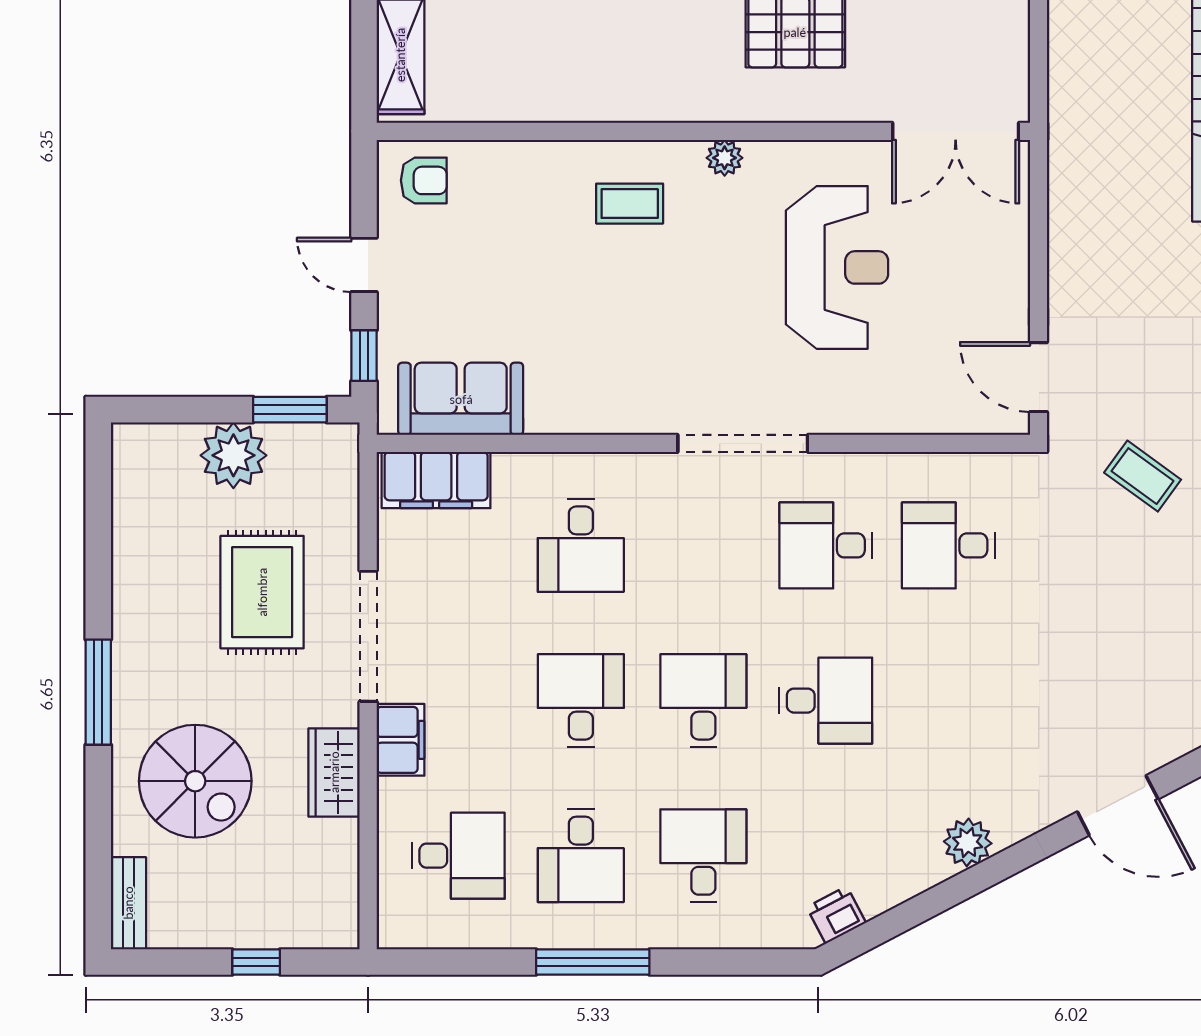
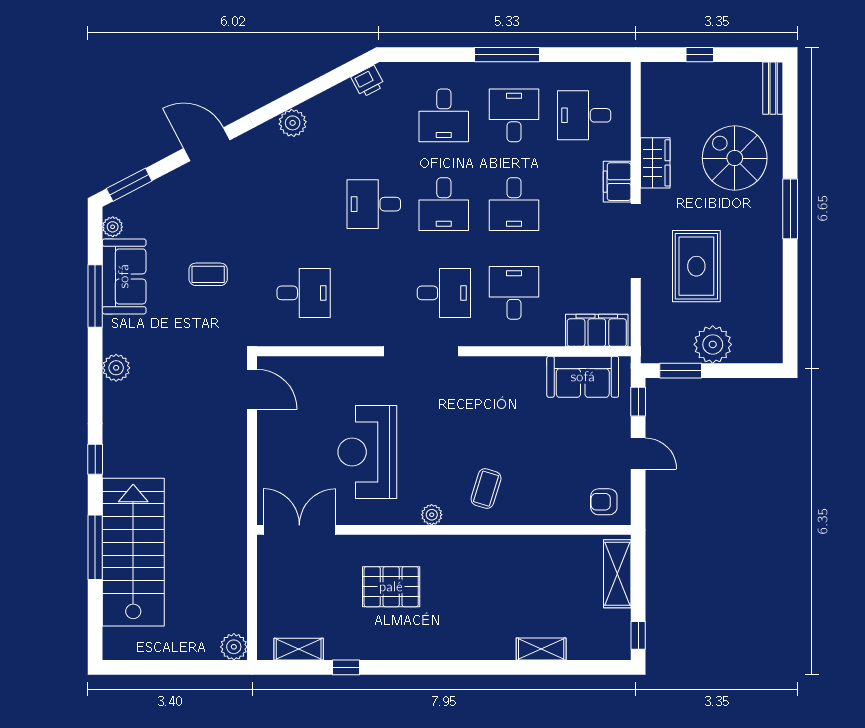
coffee table: (630, 204) -> (486, 489), turned -73
coffee table: (1143, 476) -> (208, 274), moved, turned -36
desk: (826, 545) -> (444, 293), moved

